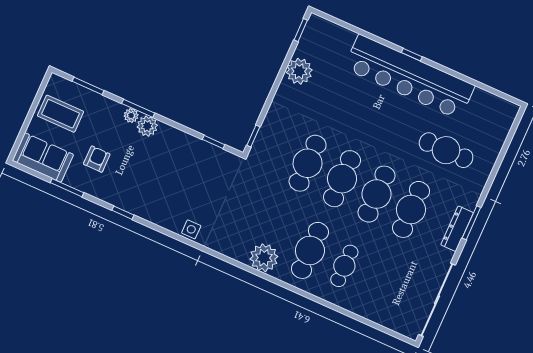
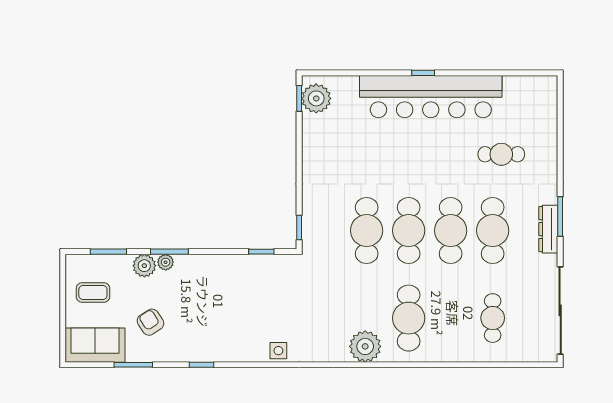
plant: (299, 71) -> (316, 98), moved
coffee table: (60, 114) -> (93, 292), width x0.73, depth x0.77
plant: (147, 126) -> (144, 266), moved
cafe table: (446, 150) -> (501, 154), width x0.73, depth x0.74
armchair: (97, 159) -> (150, 322), turned -33
cafe table: (344, 266) -> (493, 318), moved

